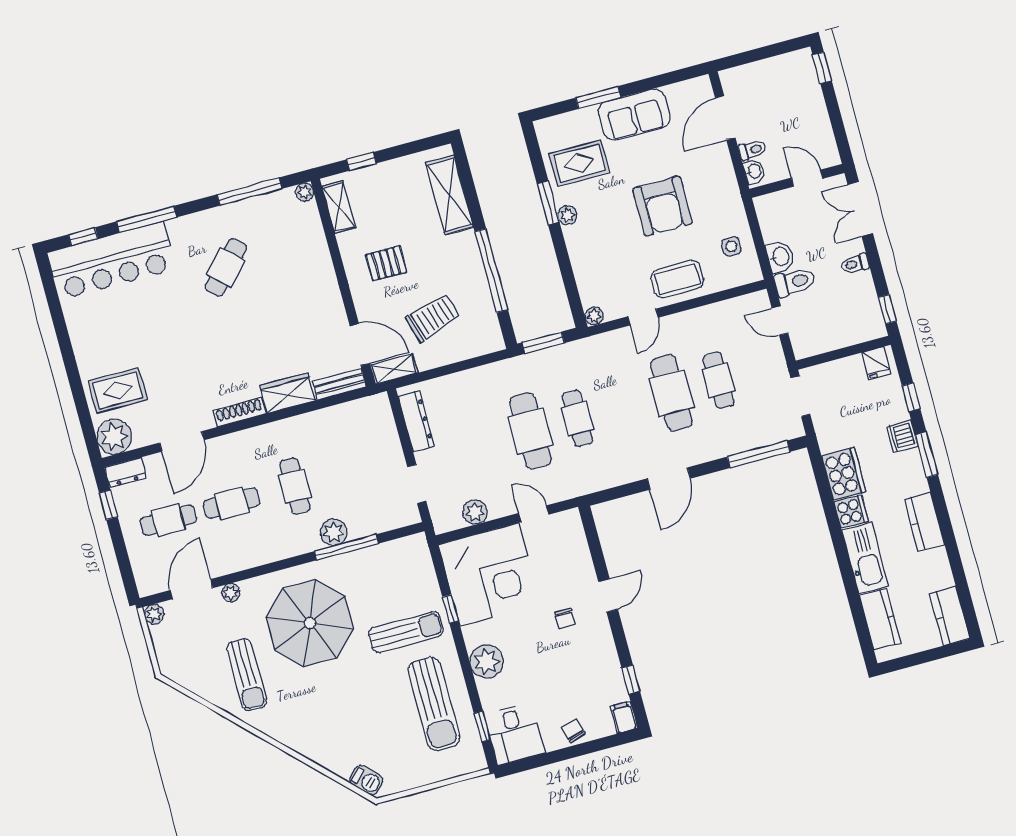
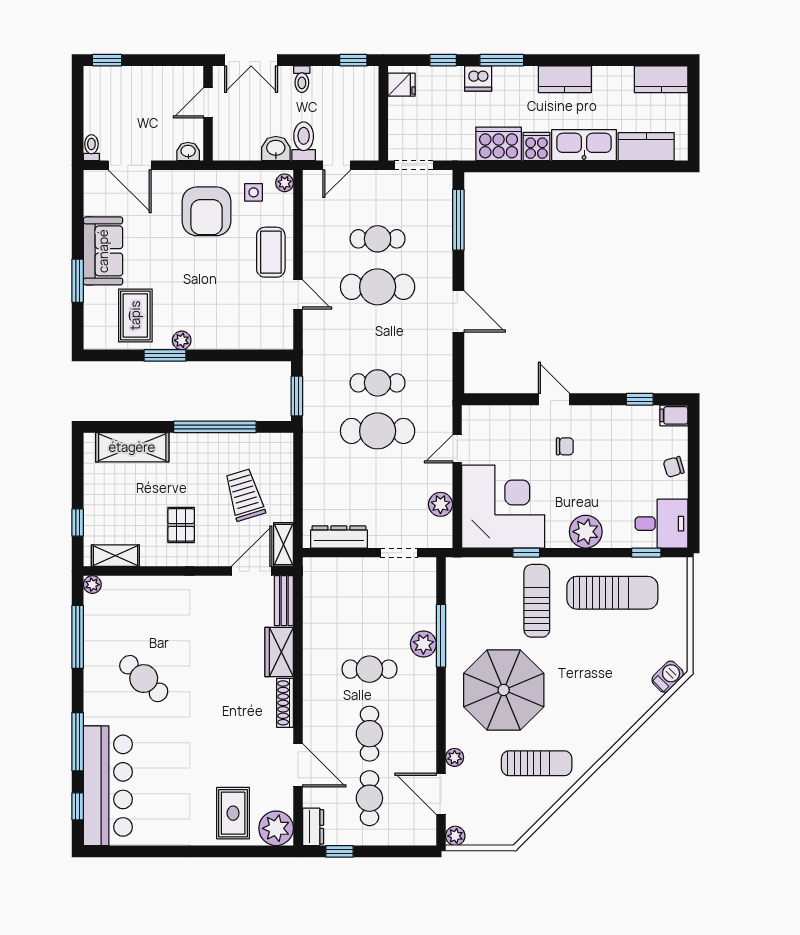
toilet: (752, 150) -> (91, 148), moved
armchair: (663, 206) -> (207, 211), moved, turned 90
plant: (594, 316) -> (285, 183), moved

